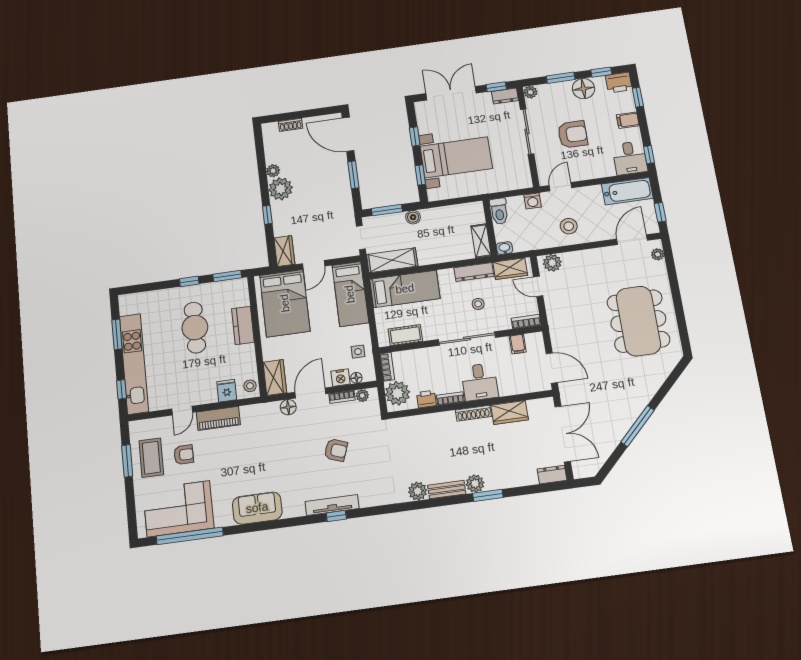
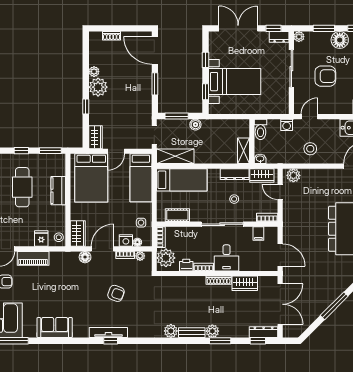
dresser: (552, 475) -> (264, 332), width x1.44
window: (540, 488) -> (258, 341), added

